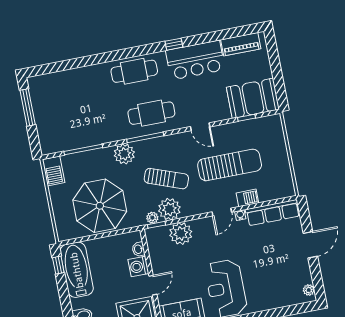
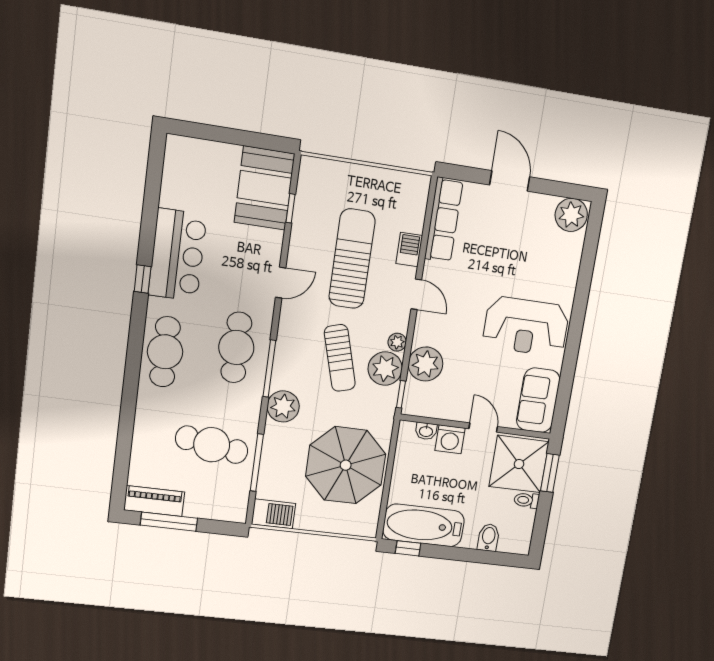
piano: (241, 44) -> (154, 501), moved, turned -90
cafe table: (86, 118) -> (212, 445), added
sun lounger: (166, 179) -> (340, 358), turned 144
water cooler: (240, 215) -> (430, 269), removed
plant: (152, 218) -> (397, 342), moved
plant: (309, 290) -> (571, 215), width x1.87, depth x1.87

